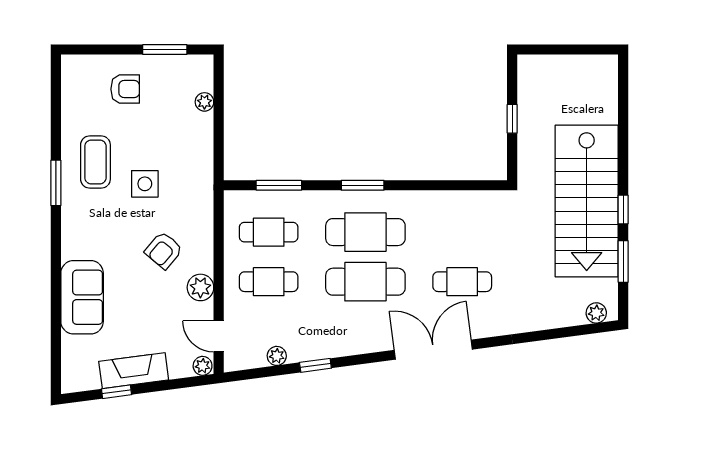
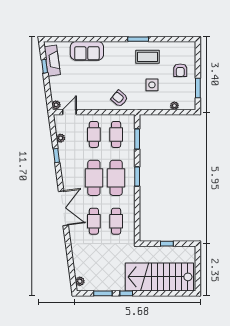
side table: (145, 184) -> (152, 85), moved
stairs: (587, 201) -> (159, 277), moved
cafe table: (462, 232) -> (116, 221), added
armchair: (164, 250) -> (119, 99), moved
plant: (200, 287) -> (91, 104), removed
fireplace: (134, 371) -> (52, 61), moved

